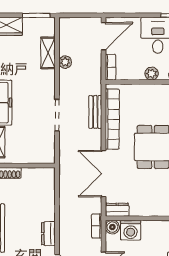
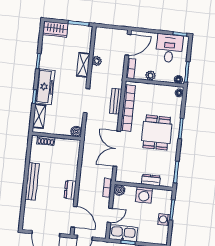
shelving: (48, 53) -> (83, 65), moved
plant: (152, 73) -> (150, 76), moved
boiler: (48, 157) -> (76, 131), added
dresser: (117, 210) -> (151, 180), moved
washing machine: (131, 230) -> (144, 195), moved

